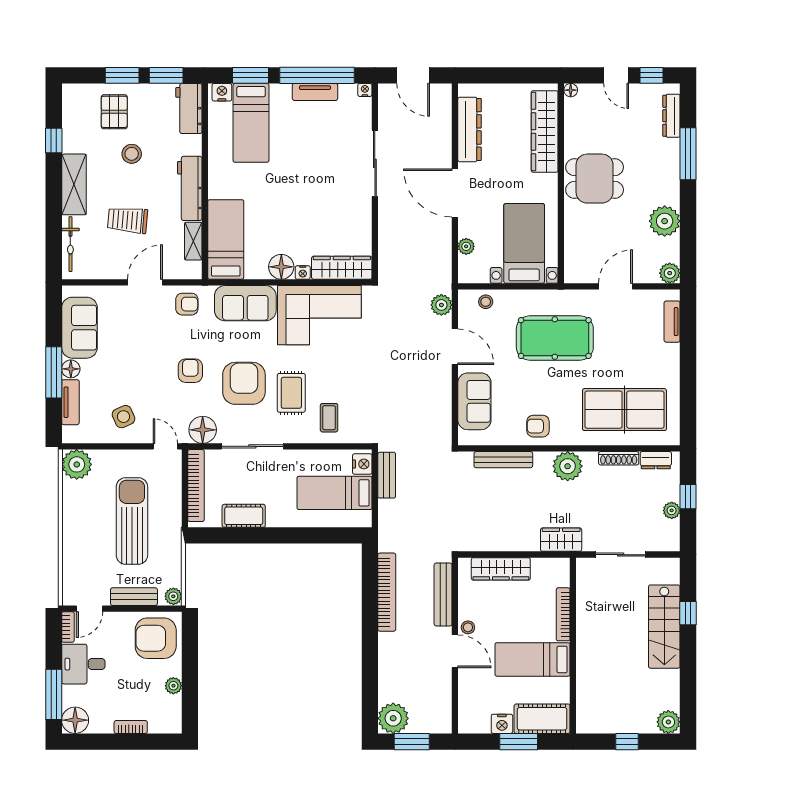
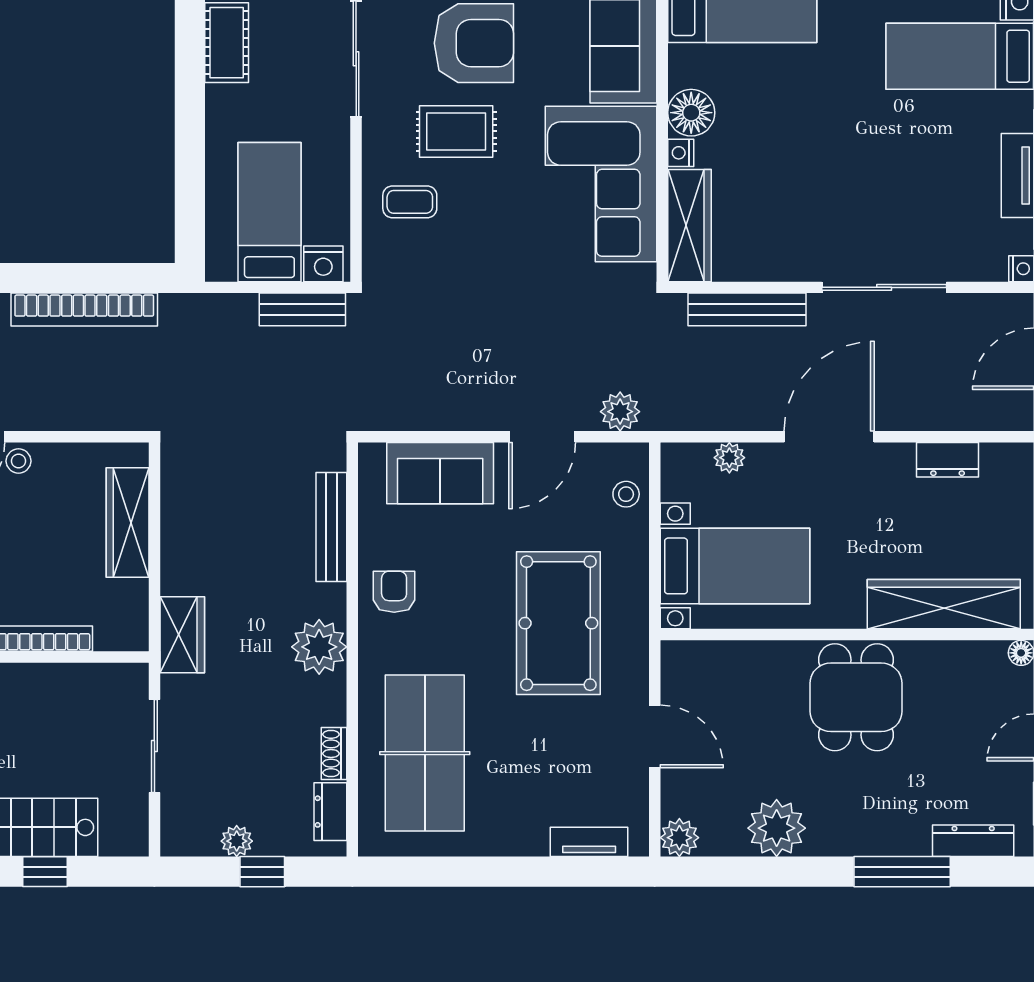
dresser: (469, 129) -> (948, 460), width x0.51, depth x0.80
shoe rack: (619, 458) -> (334, 754), width x0.70
bench: (443, 594) -> (747, 309), moved

